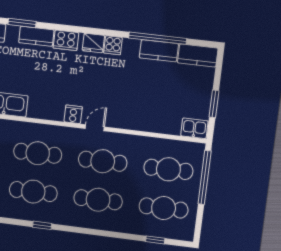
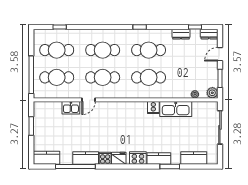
kitchen counter: (159, 51) -> (86, 158), moved
cooker: (73, 114) -> (153, 108), moved
door: (95, 128) -> (89, 100), moved
kitchen sink: (194, 128) -> (71, 108), moved

